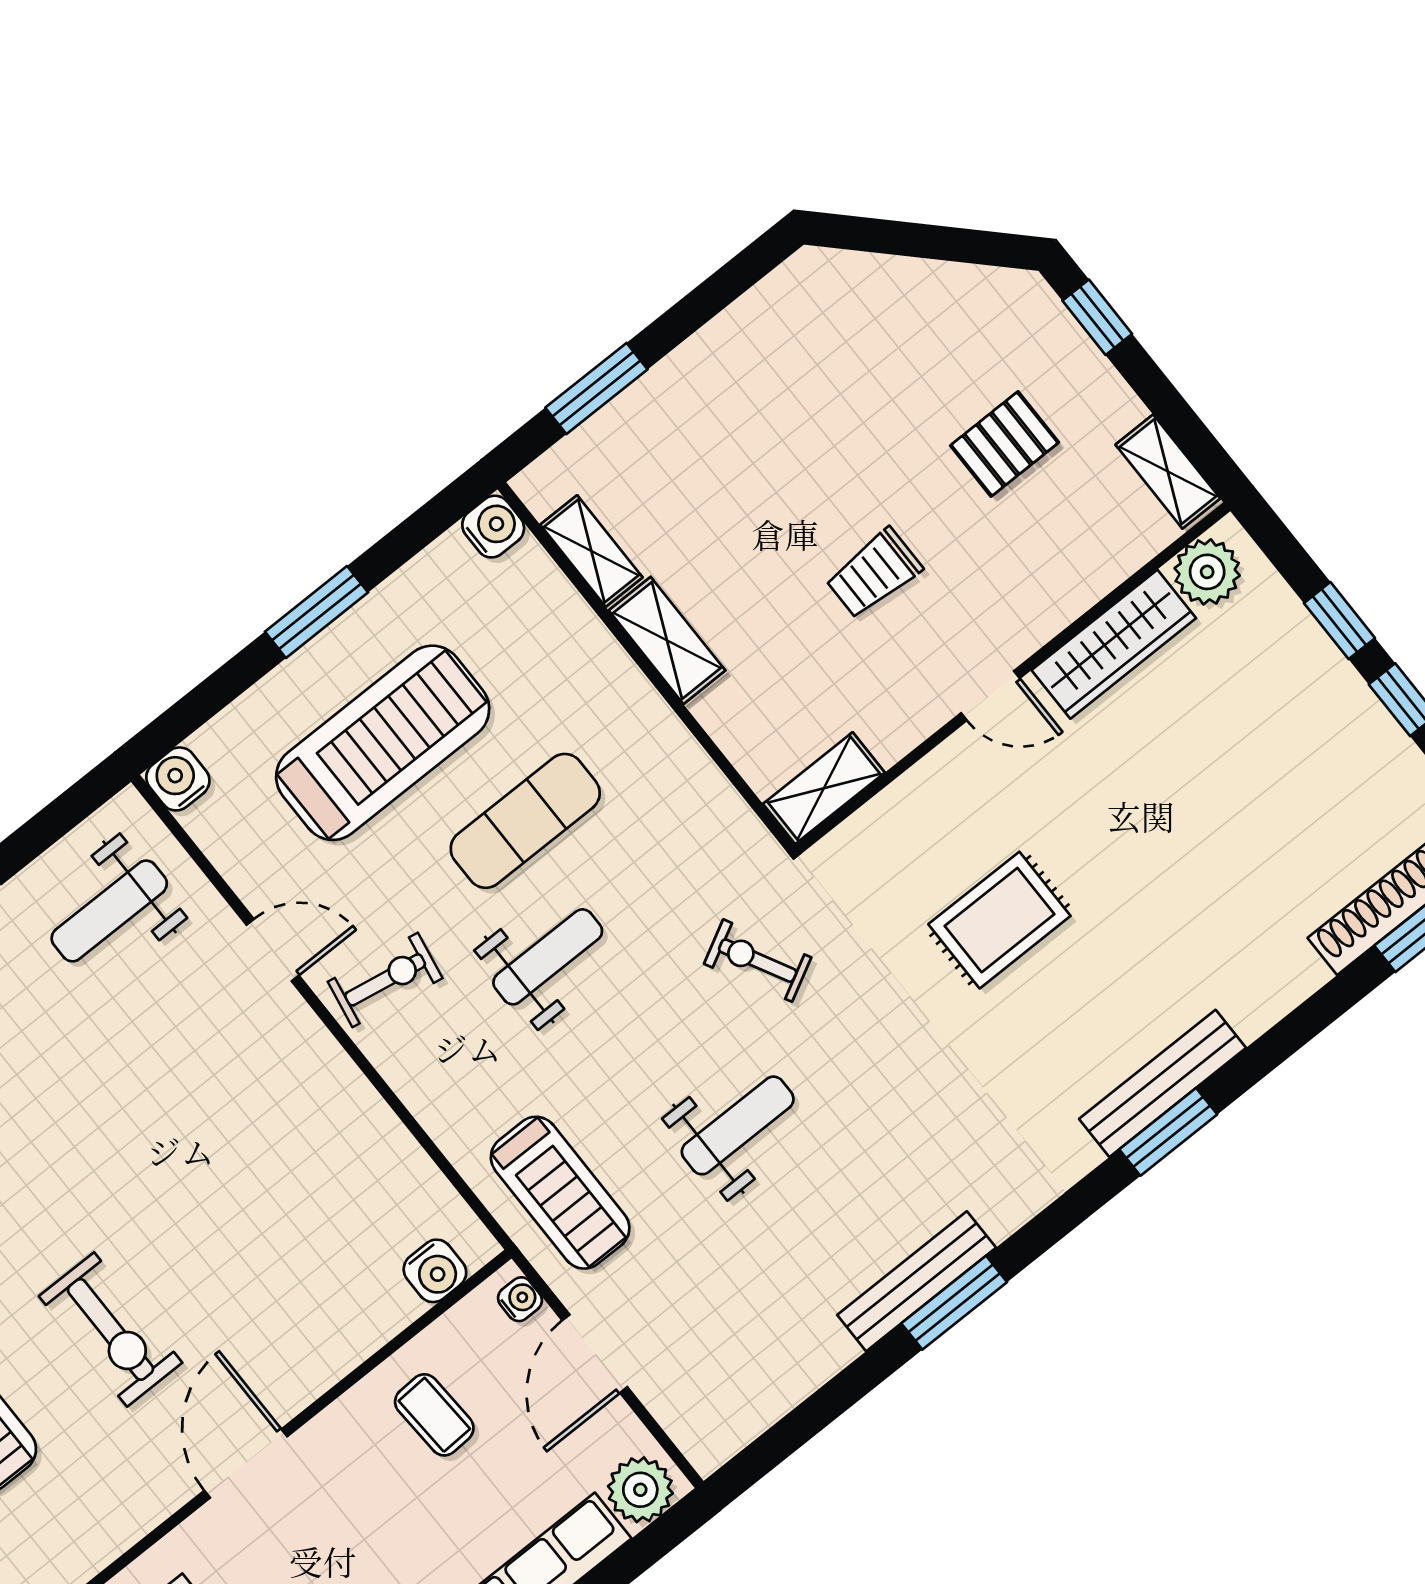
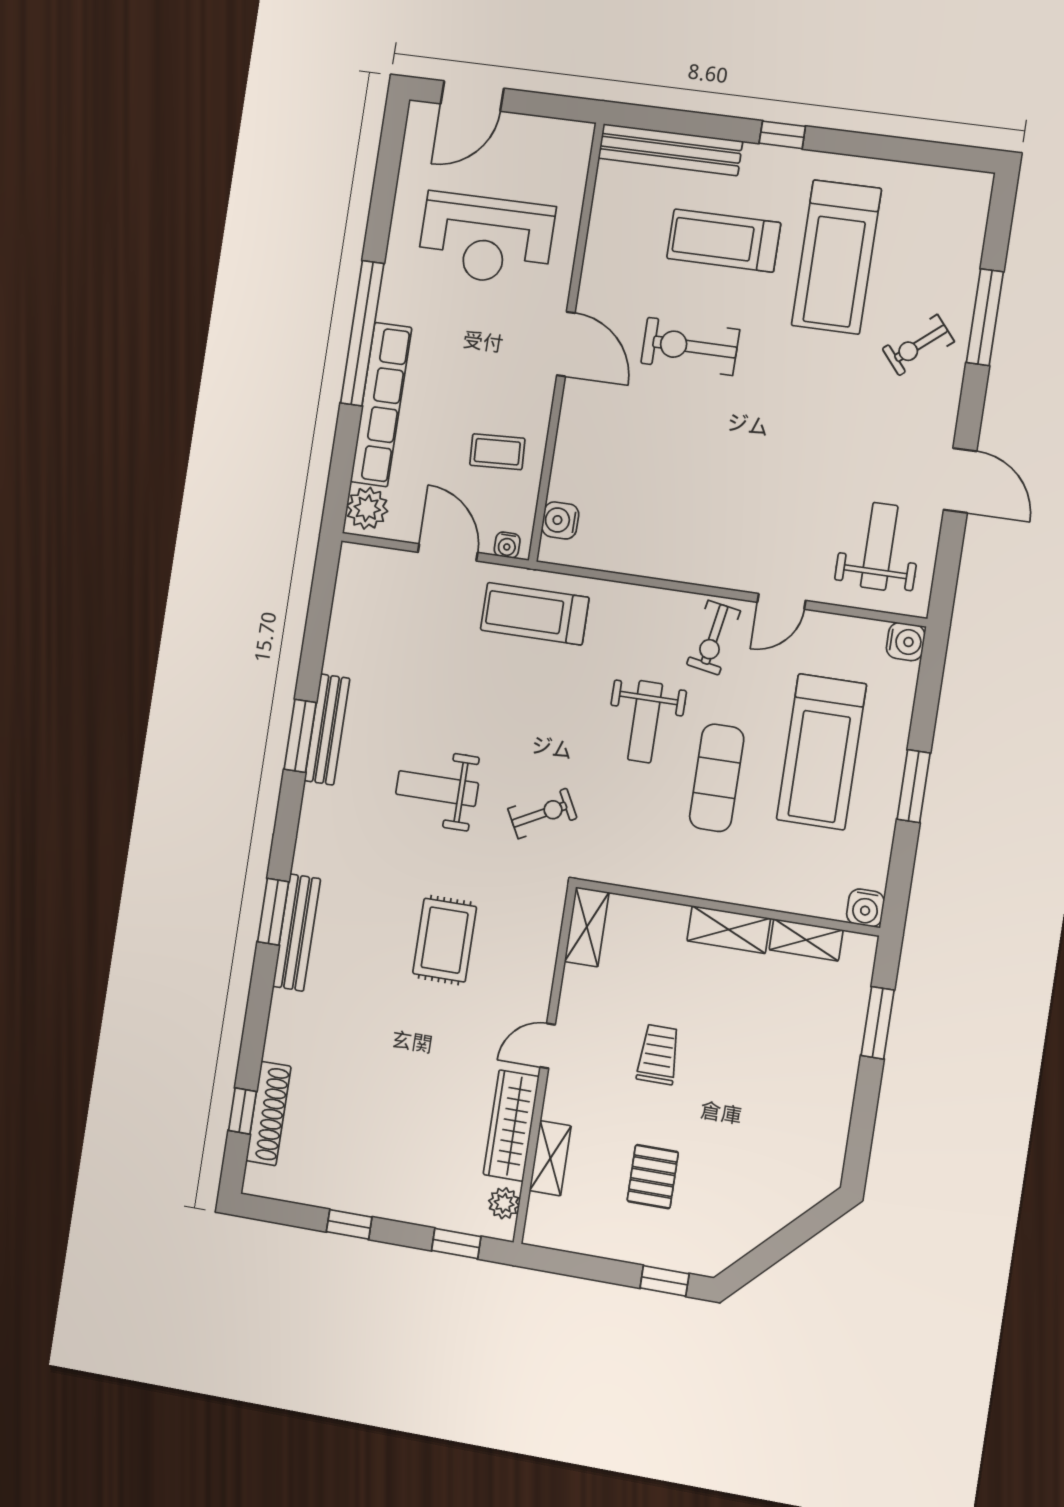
shelving: (1168, 472) -> (550, 1158), moved, turned 90
plant: (1207, 572) -> (504, 1203), width x0.73, depth x0.73
window: (1339, 621) -> (456, 1244), moved
weight bench: (738, 1125) -> (437, 789), moved, turned 90

